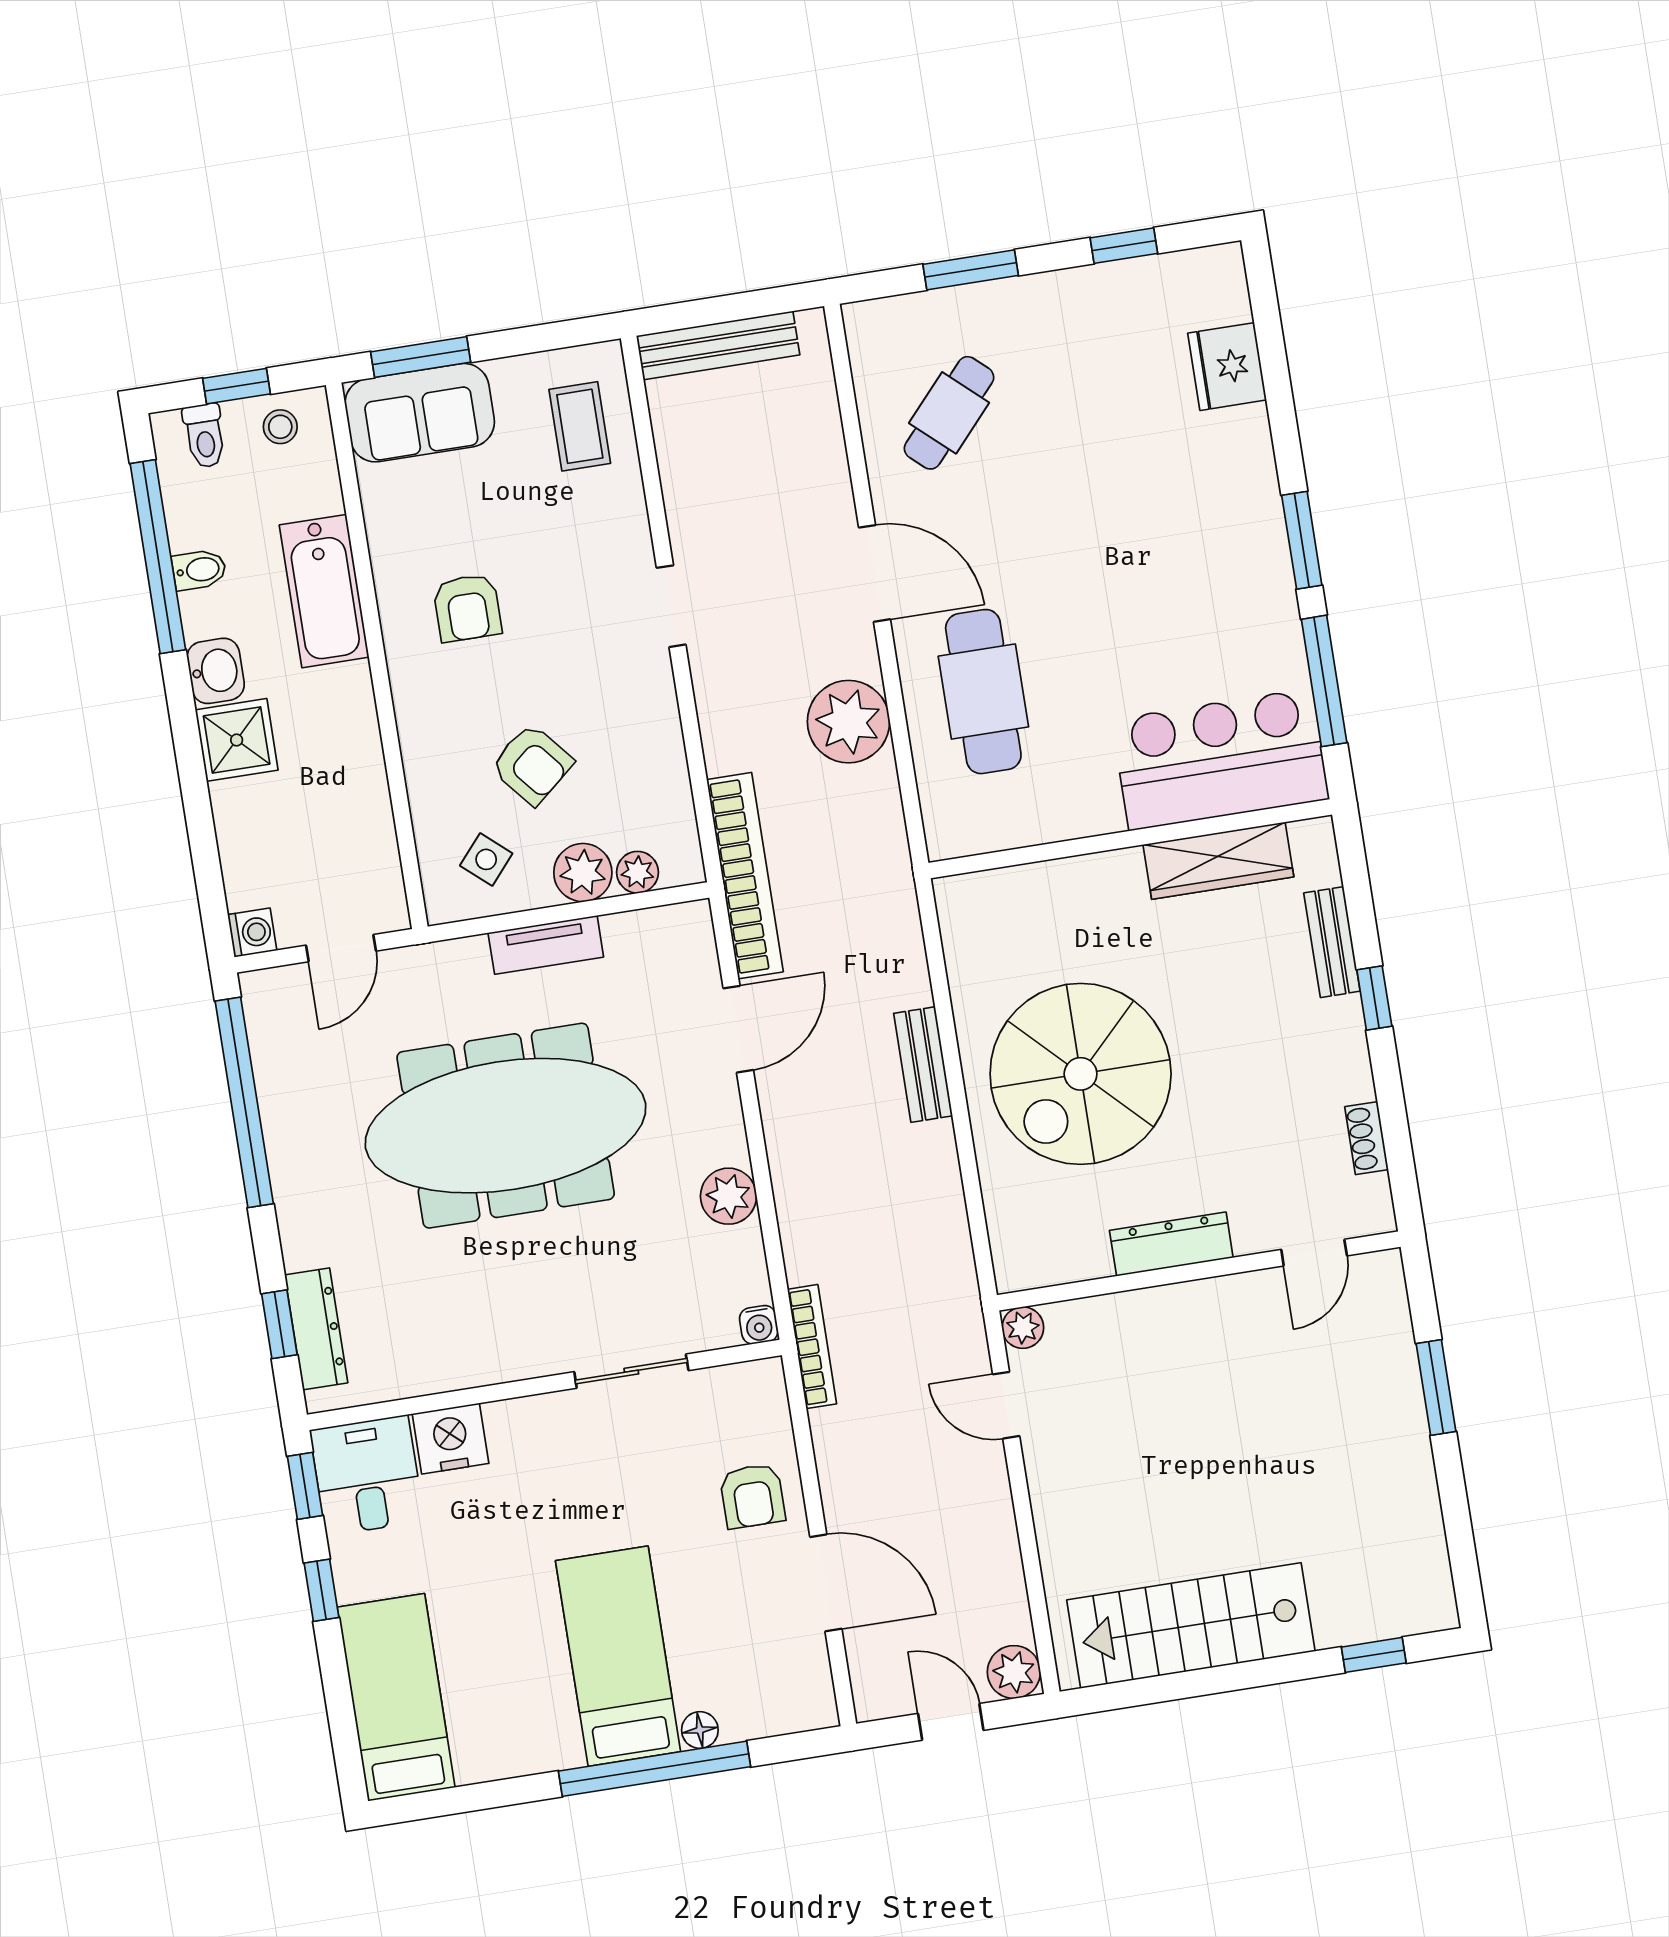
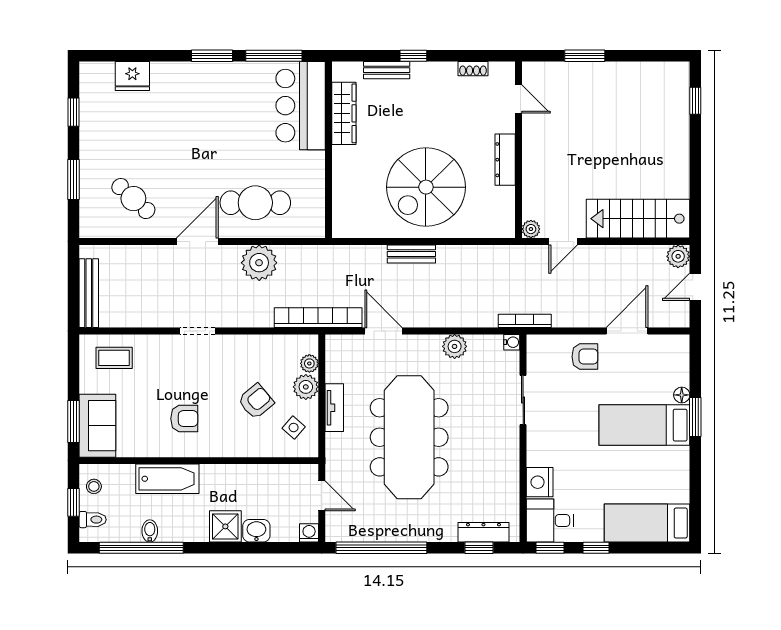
washbasin: (216, 671) -> (256, 531), moved
spiral stairs: (1081, 1074) -> (426, 187), turned 90
stairs: (1191, 1625) -> (638, 219), moved, turned 90
window: (654, 1769) -> (695, 417), width x0.47

